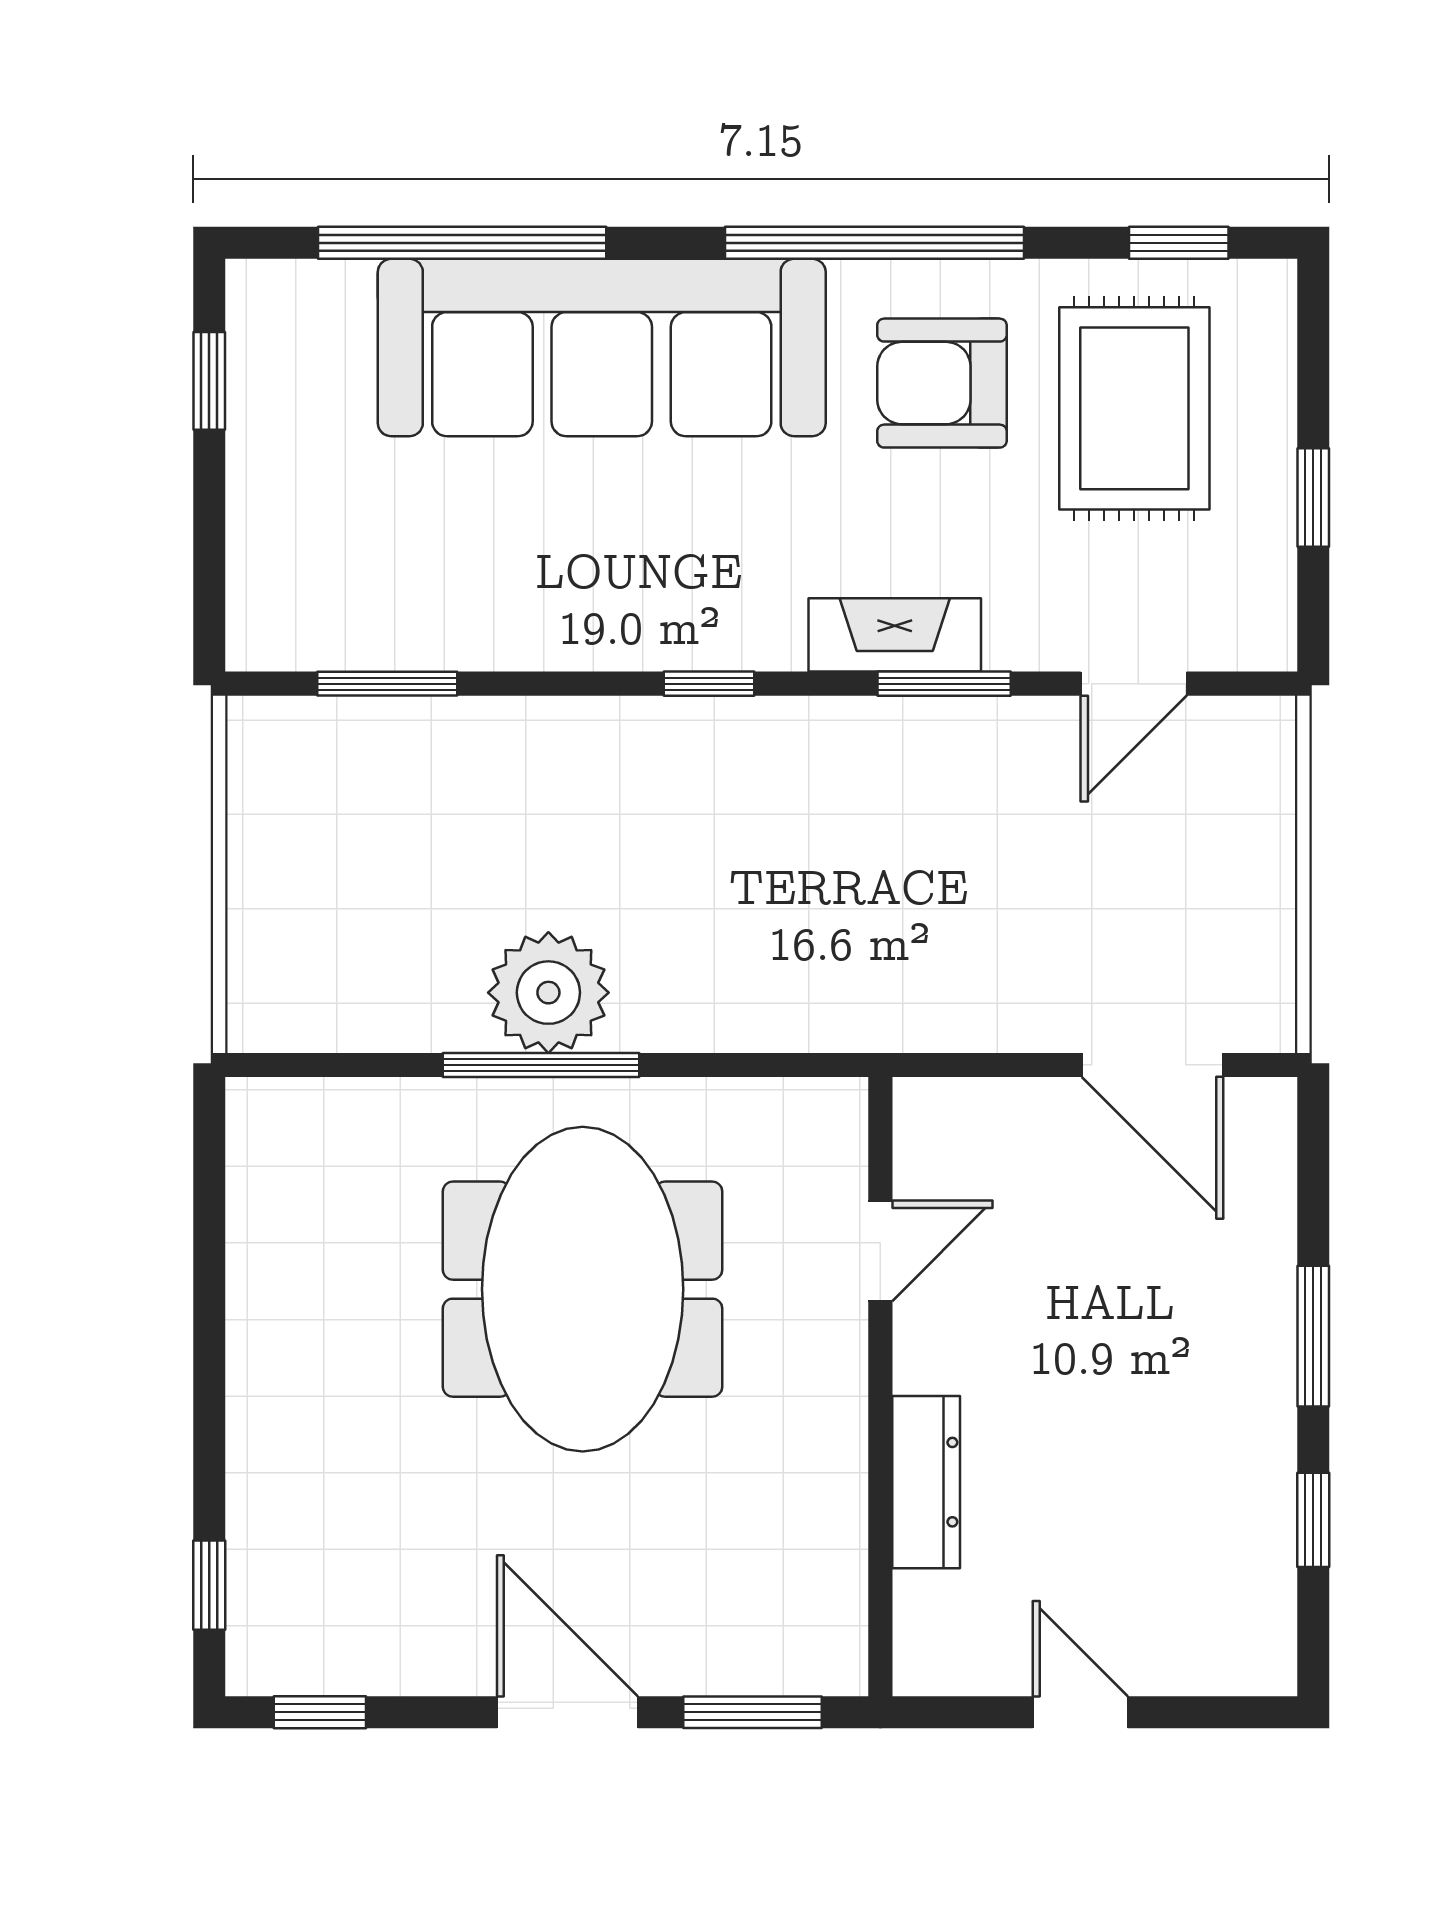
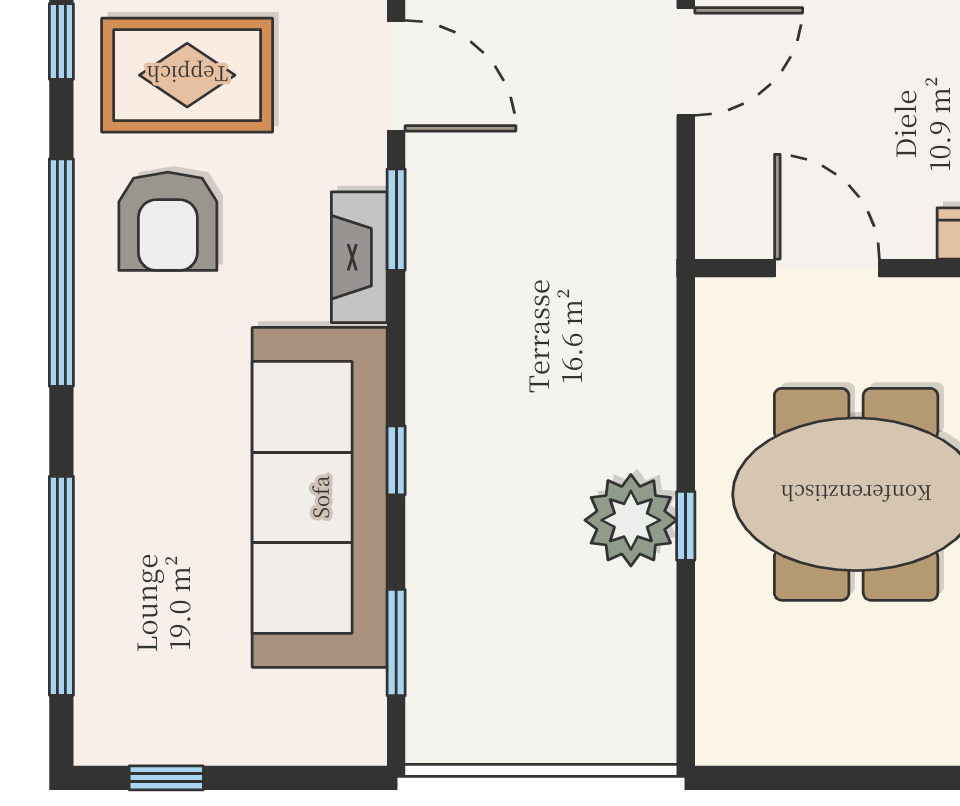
sofa: (602, 348) -> (320, 497), moved, turned 180
window: (709, 684) -> (396, 460), moved
door: (1134, 684) -> (396, 76), width x1.38
window: (541, 1065) -> (686, 526), width x0.46
door: (880, 1251) -> (827, 268), width x1.38

